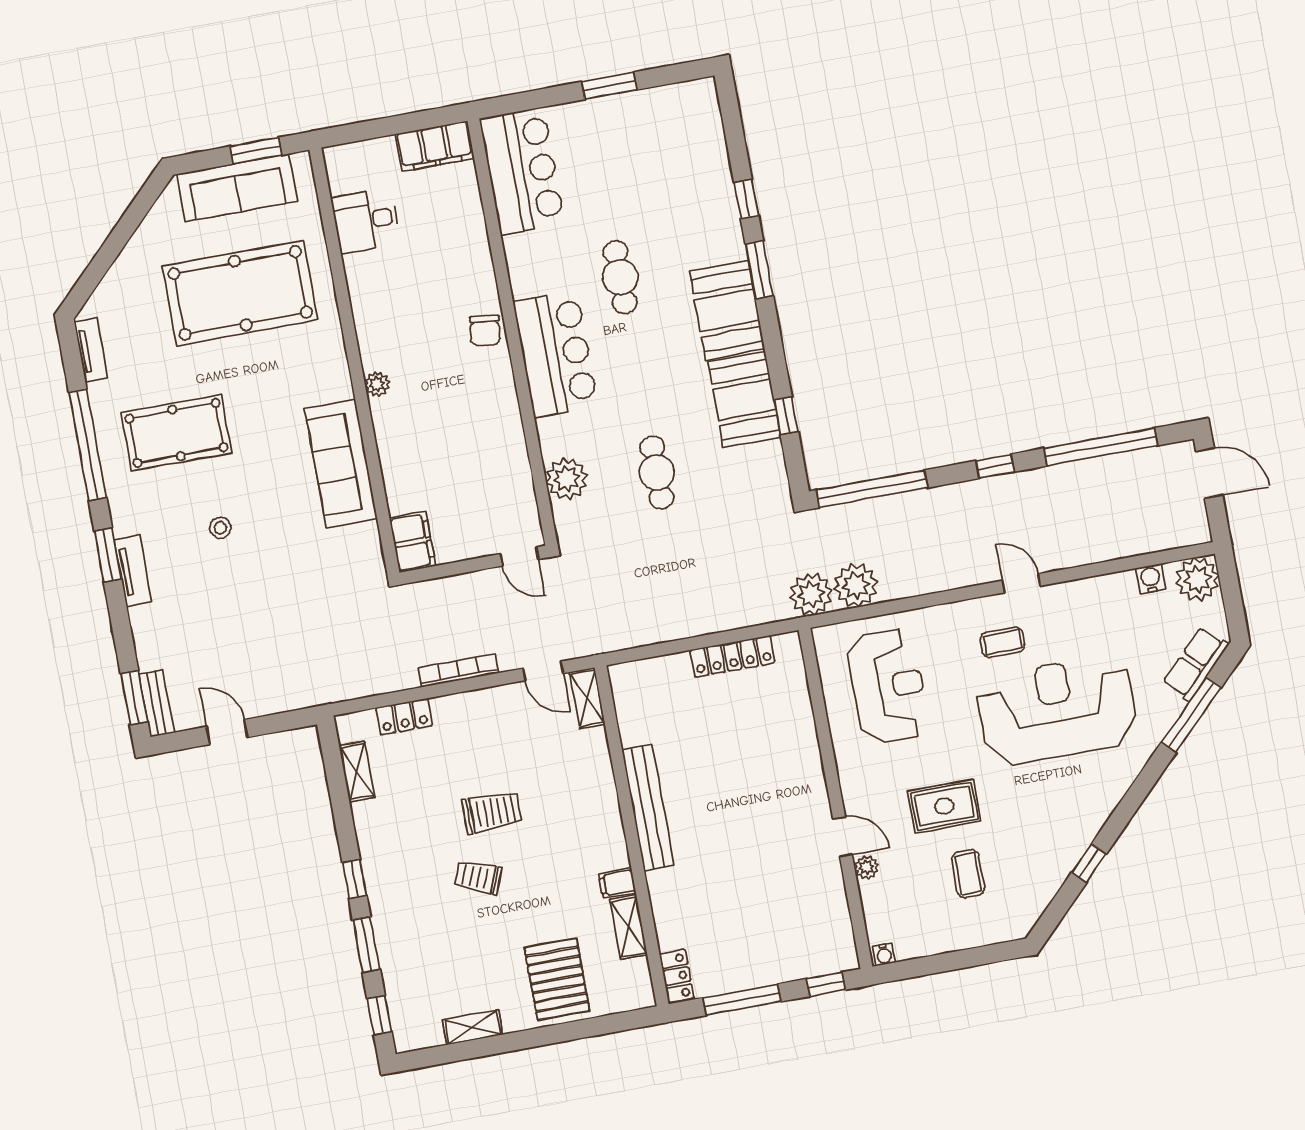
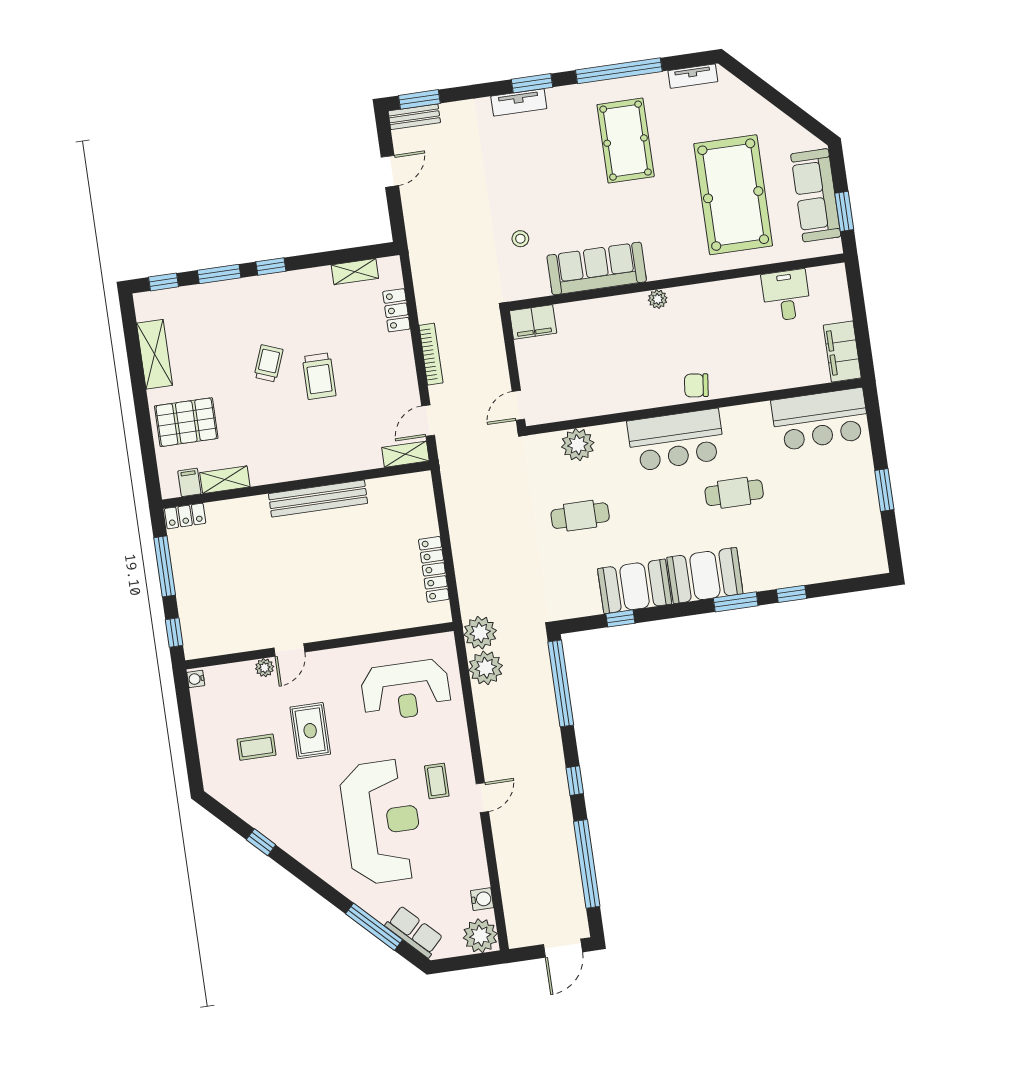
stool: (220, 528) -> (520, 239), moved
filing cabinet: (617, 883) -> (189, 482), moved
shelving: (473, 1027) -> (155, 354), width x1.50, depth x1.33

